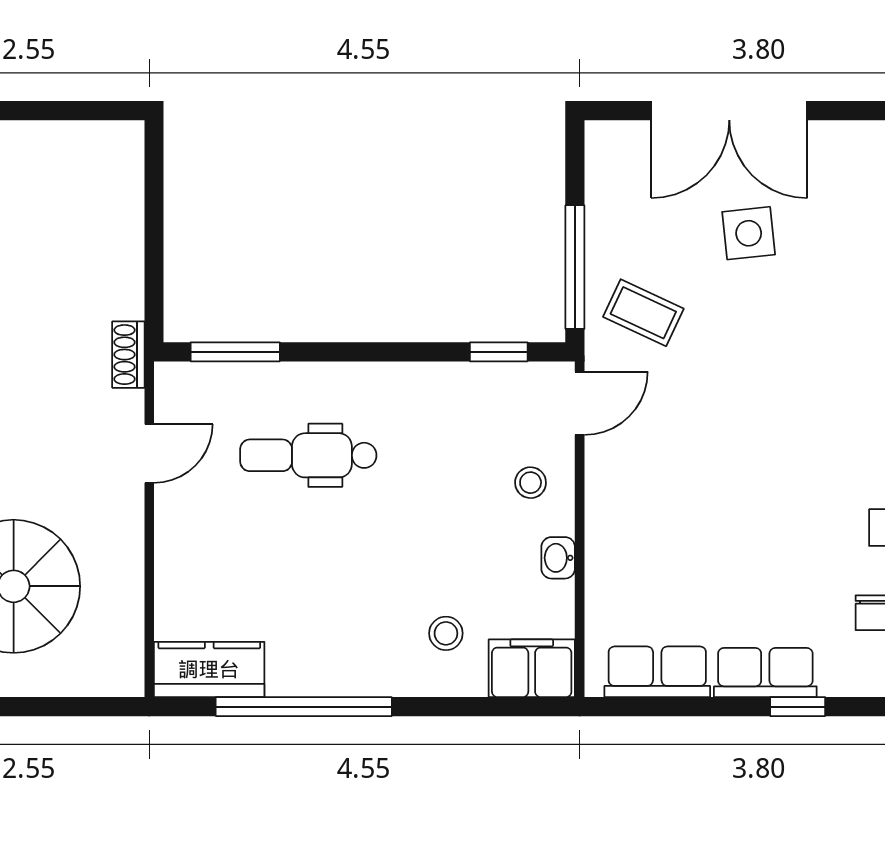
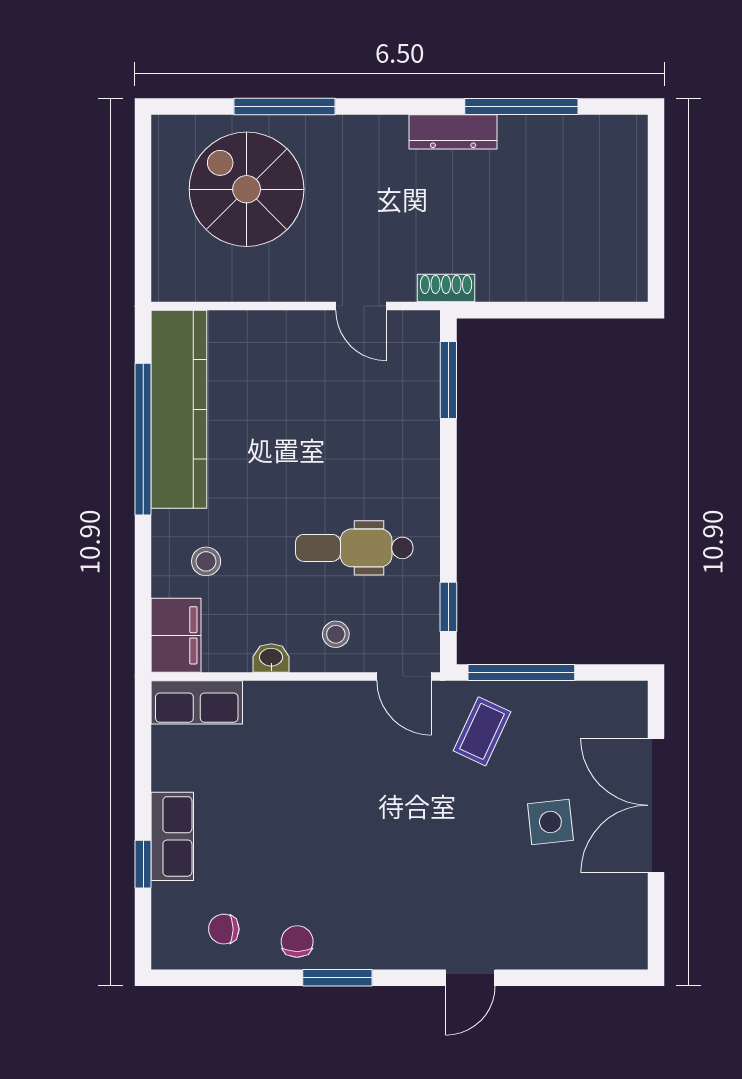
dental chair: (308, 455) -> (354, 548), moved, turned -90
kitchen counter: (209, 669) -> (179, 409), width x2.08, depth x1.17
row of seats: (657, 672) -> (197, 702), moved, turned 90

